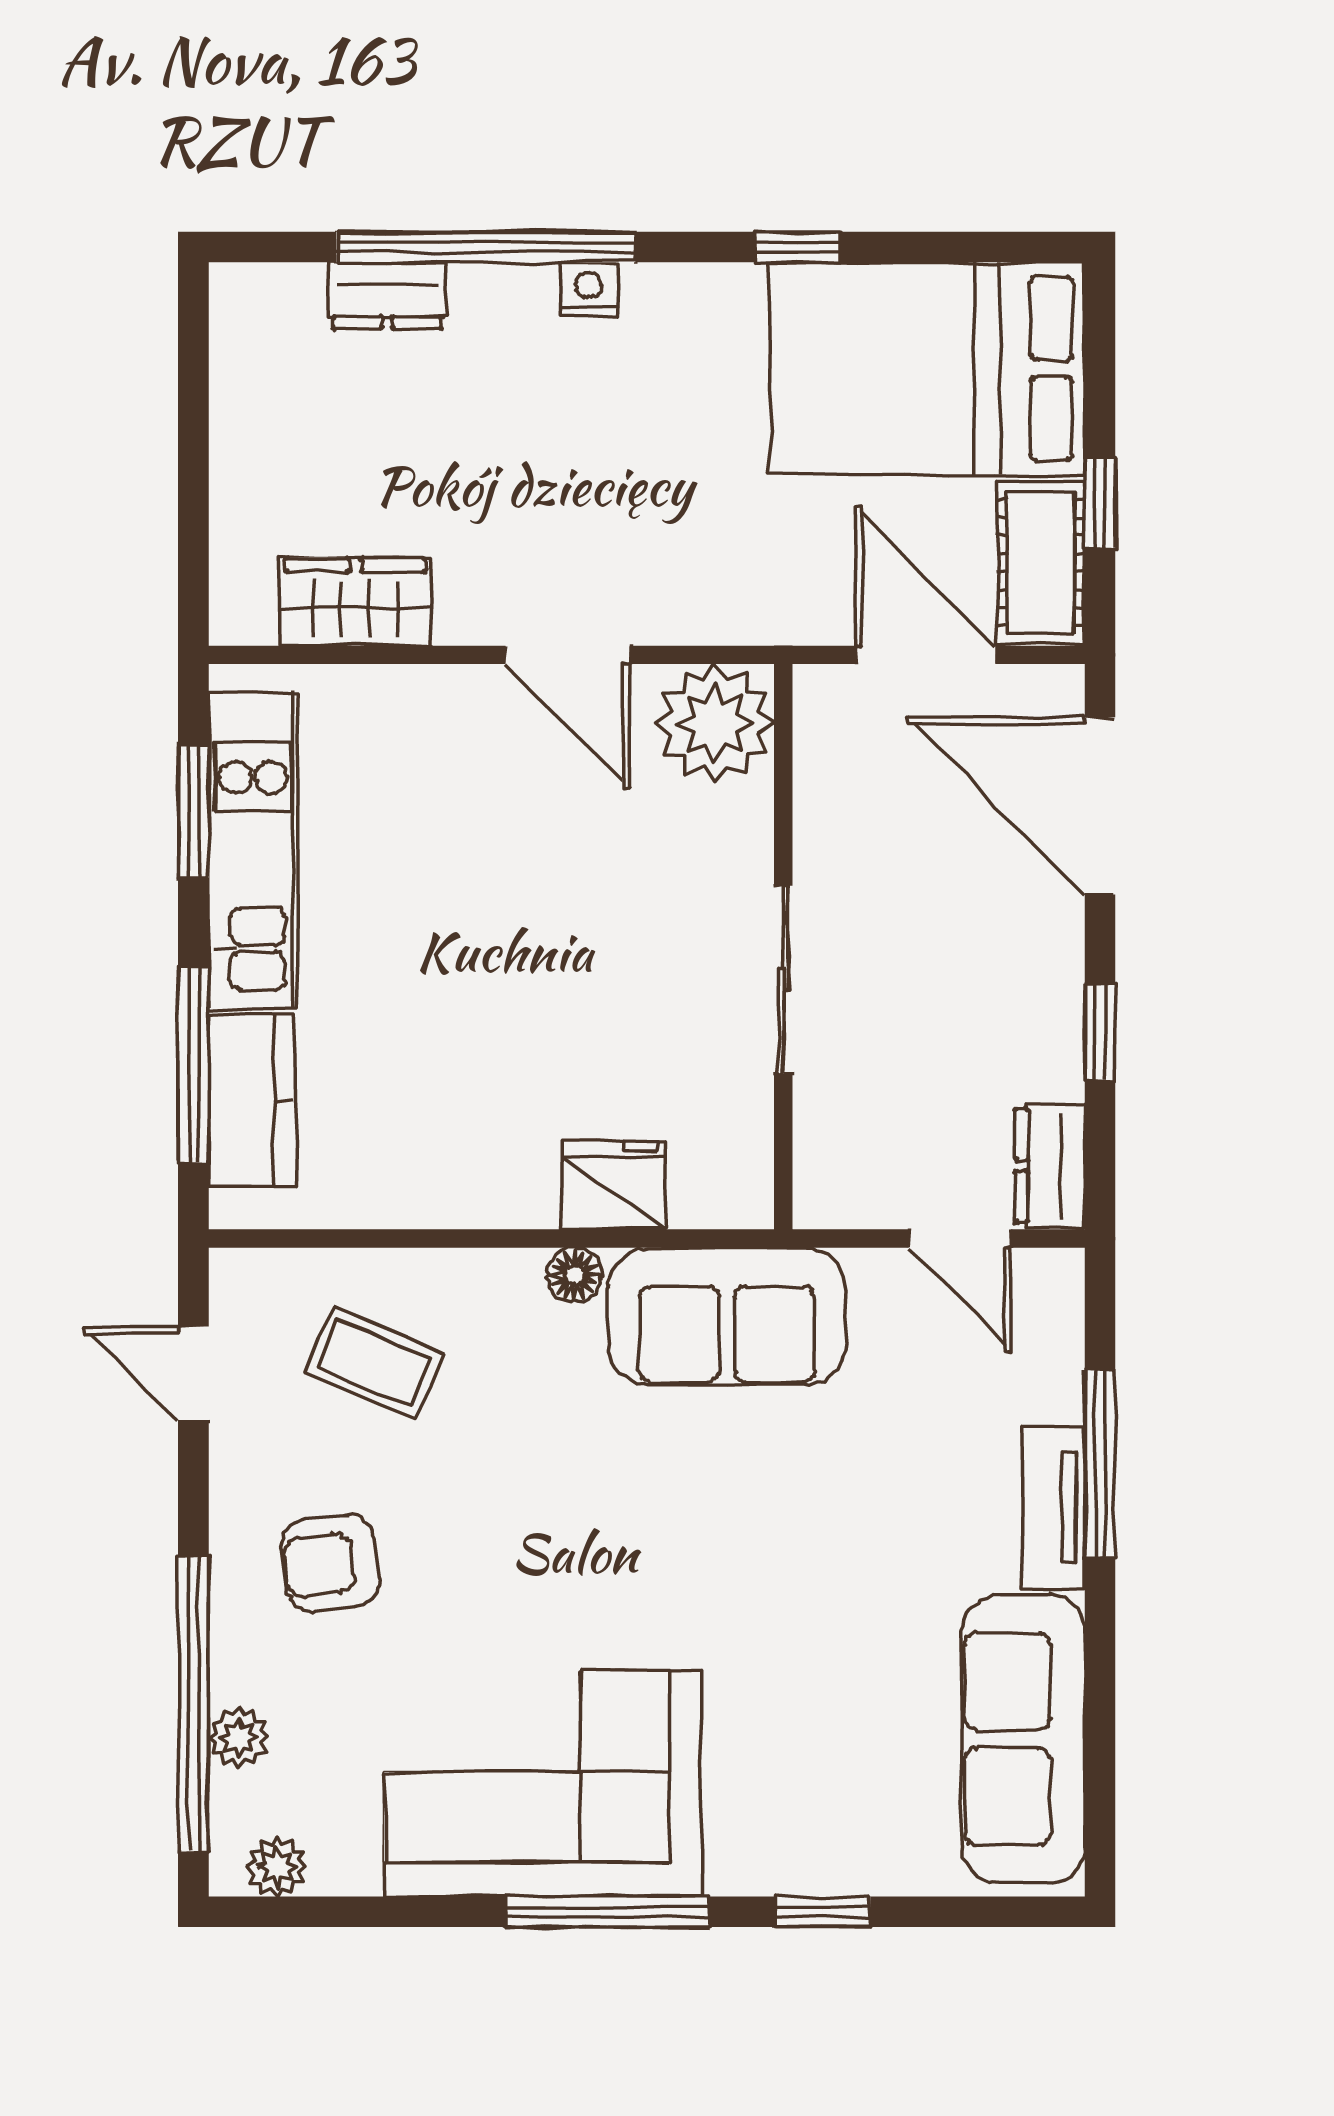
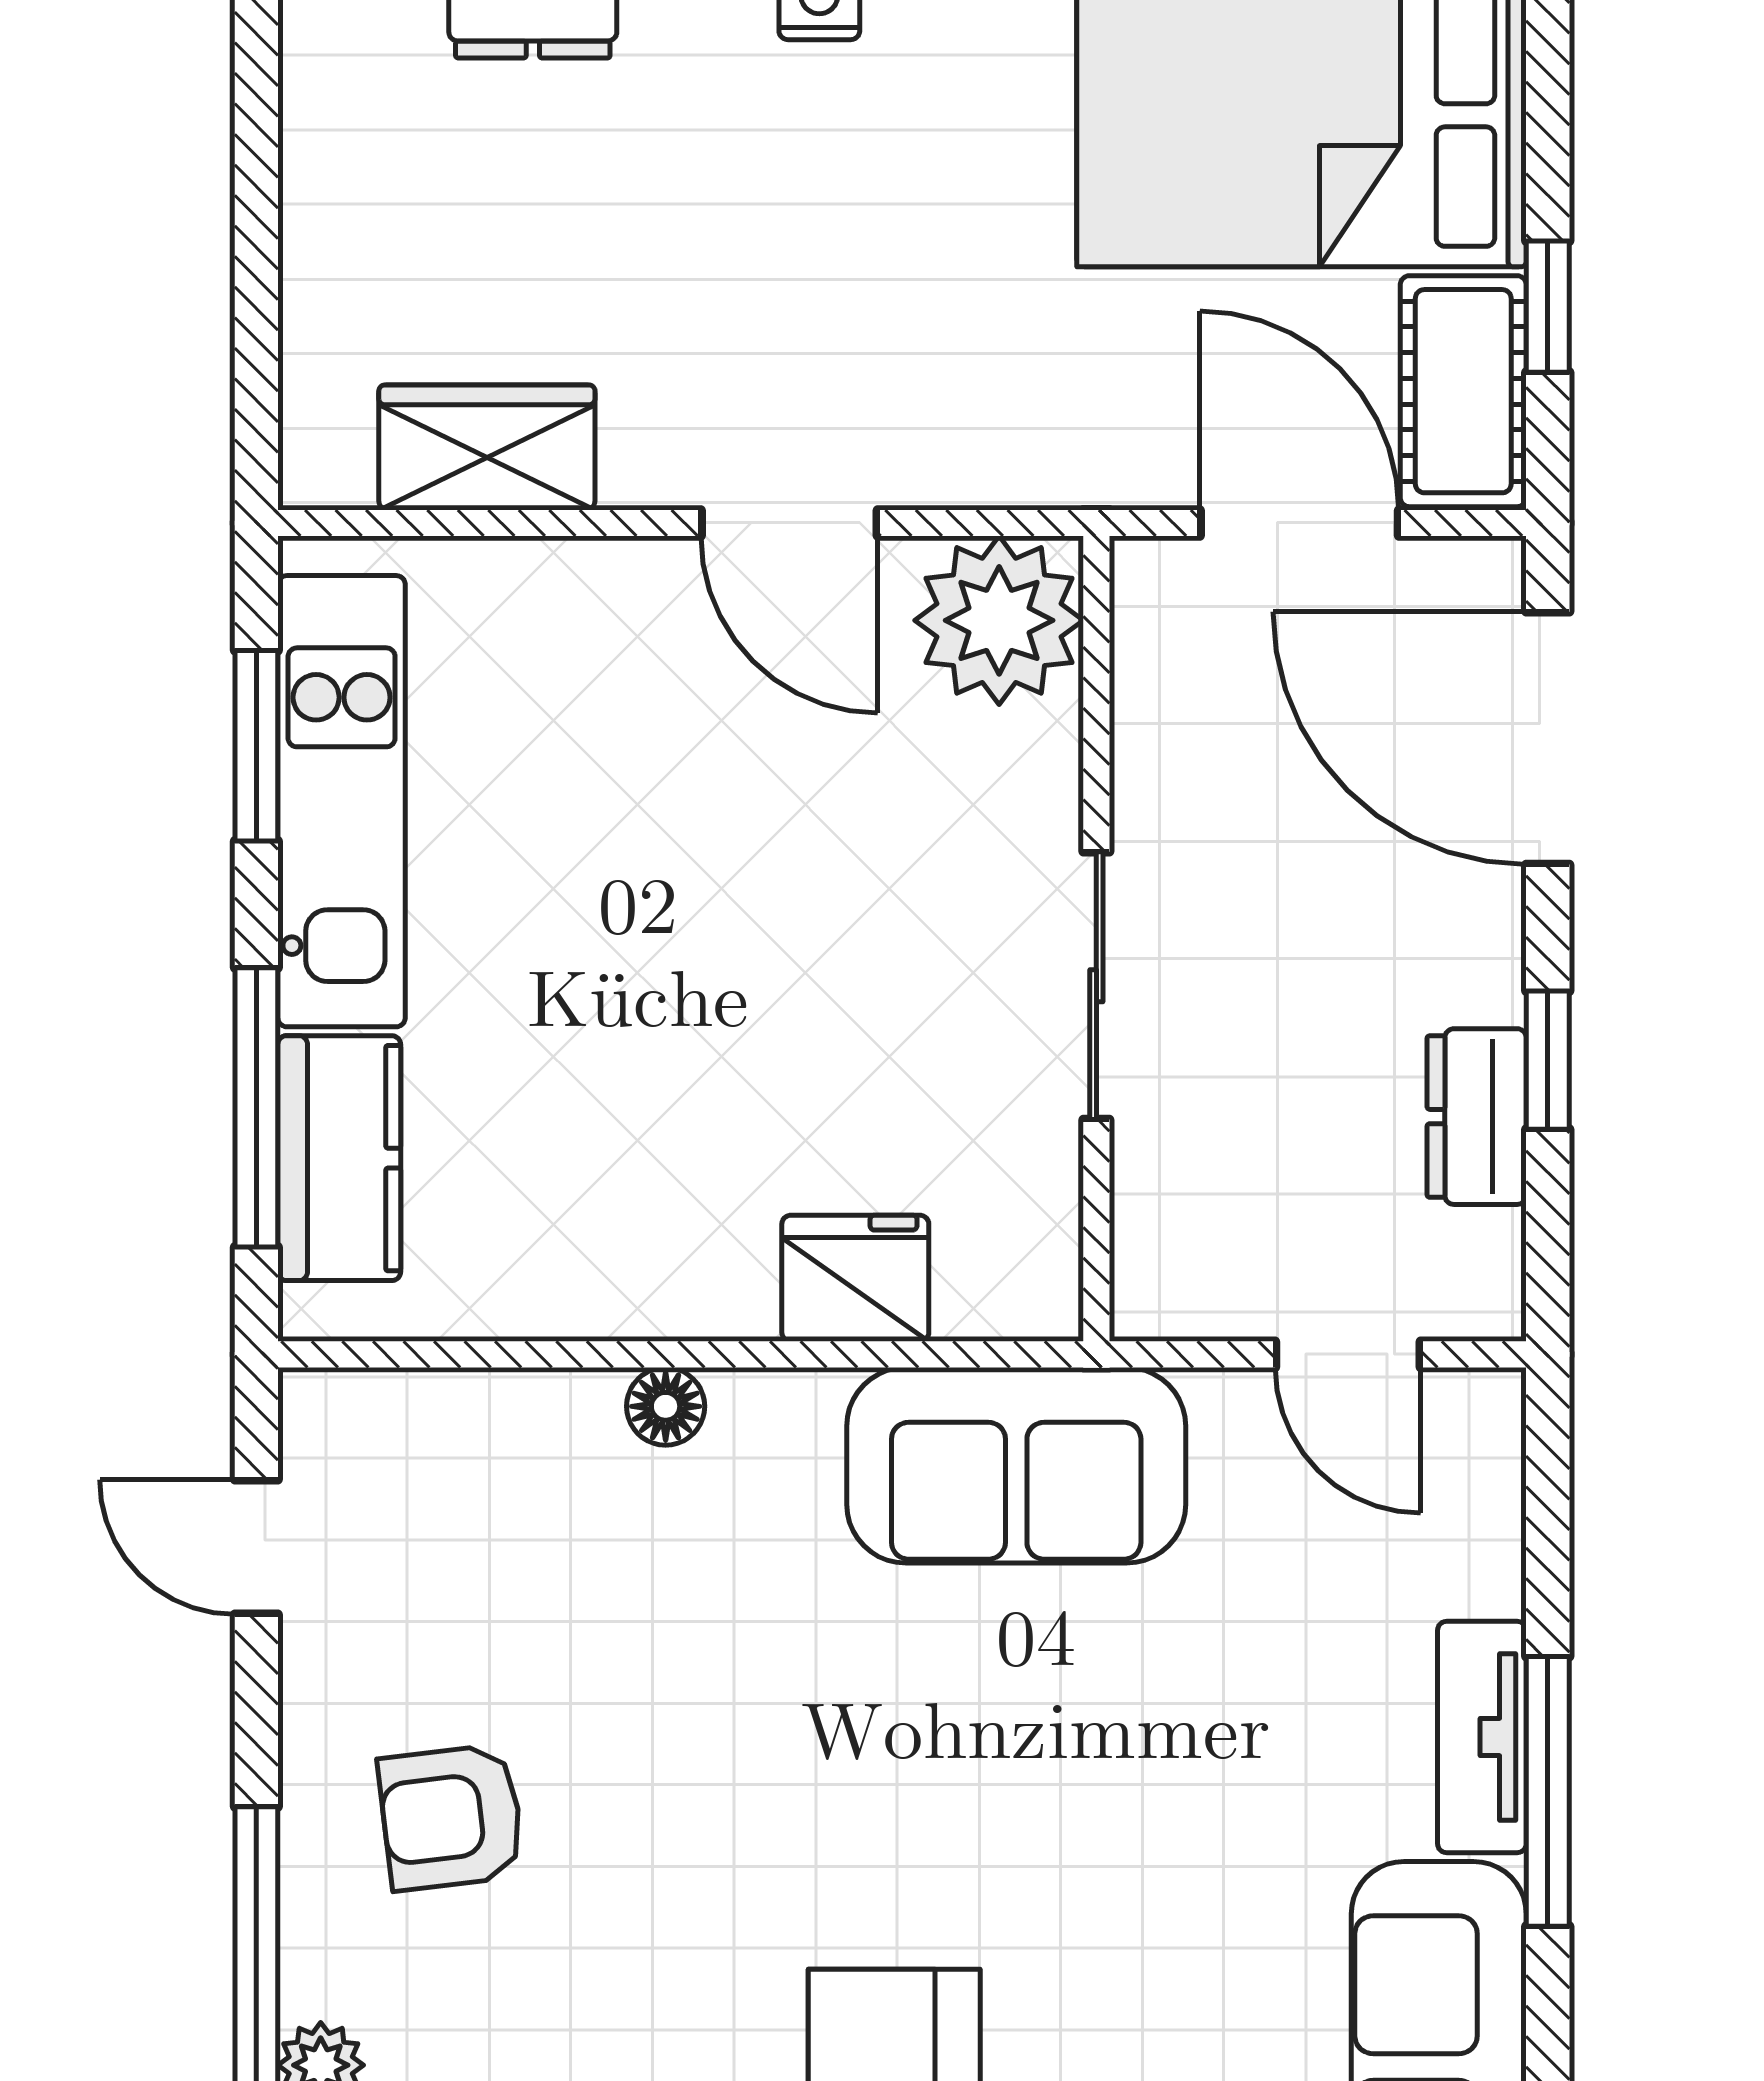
dresser: (1050, 1166) -> (1477, 1117), moved
floor lamp: (575, 1275) -> (666, 1406), moved
coffee table: (374, 1363) -> (513, 1531), removed
window: (1100, 1464) -> (1548, 1791), moved

